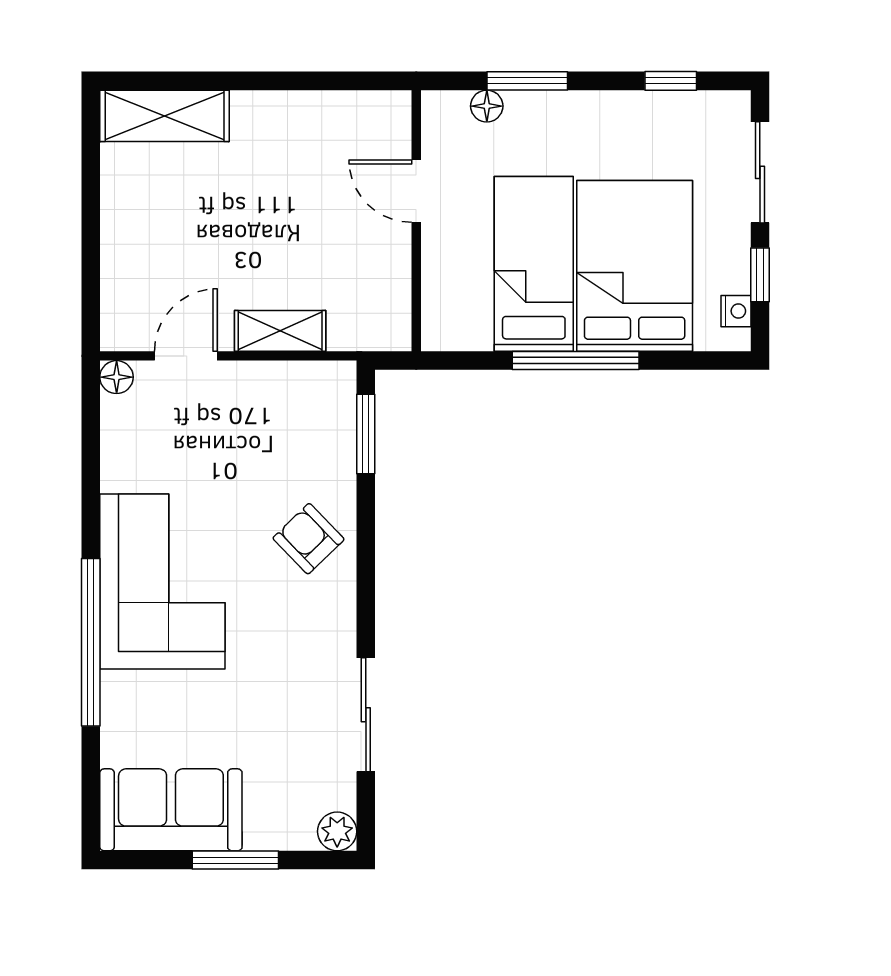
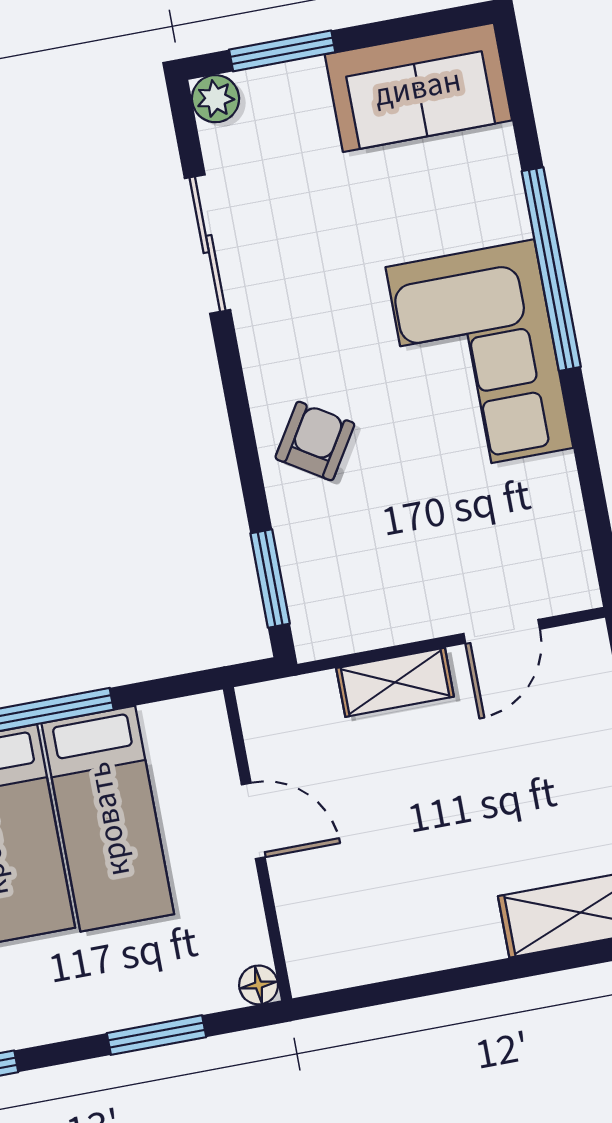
floor lamp: (487, 106) -> (259, 985), moved
door: (416, 191) -> (253, 821), moved
floor lamp: (117, 377) -> (580, 591), removed
armchair: (309, 539) -> (315, 441), turned -104
window: (235, 860) -> (282, 51), moved

